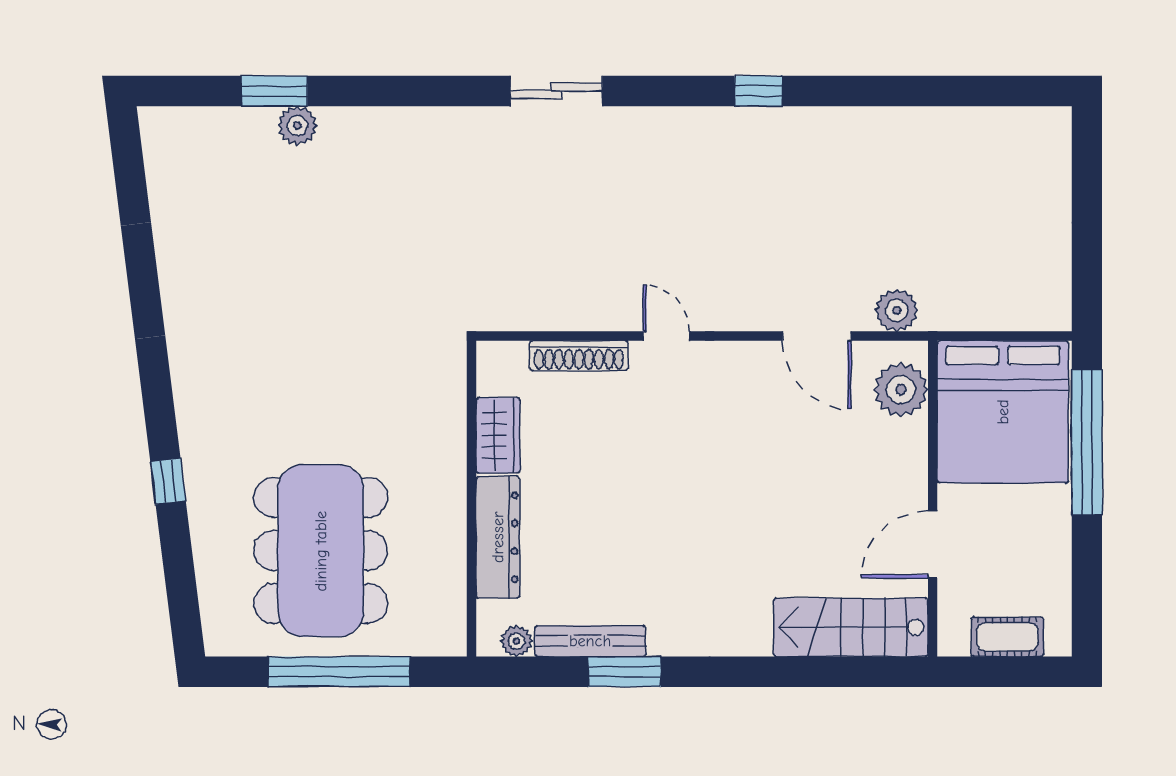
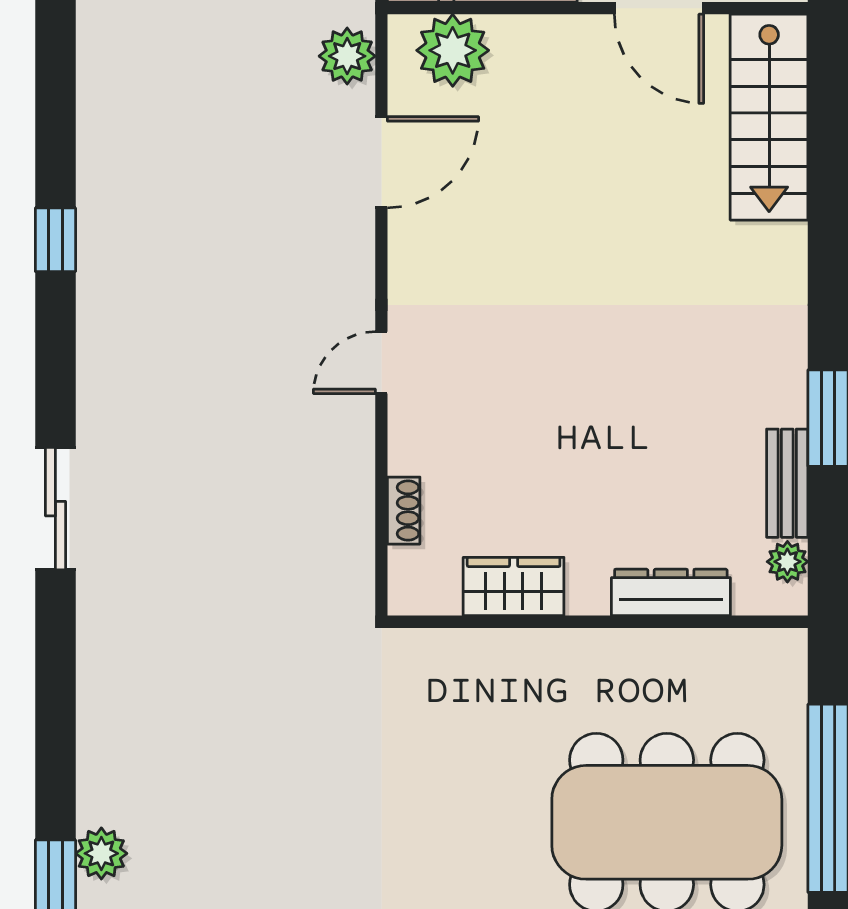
shoe rack: (579, 356) -> (404, 511), width x0.51, depth x0.81
dresser: (498, 537) -> (671, 592), width x0.73, depth x0.80
bench: (590, 641) -> (787, 483), width x0.73

